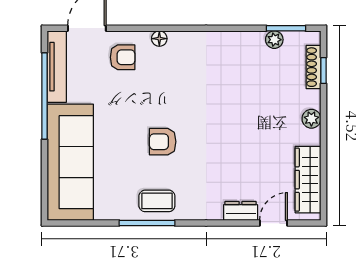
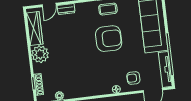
plant: (311, 119) -> (40, 54), width x1.88, depth x1.88
armchair: (163, 142) -> (109, 39), width x1.88, depth x1.88

